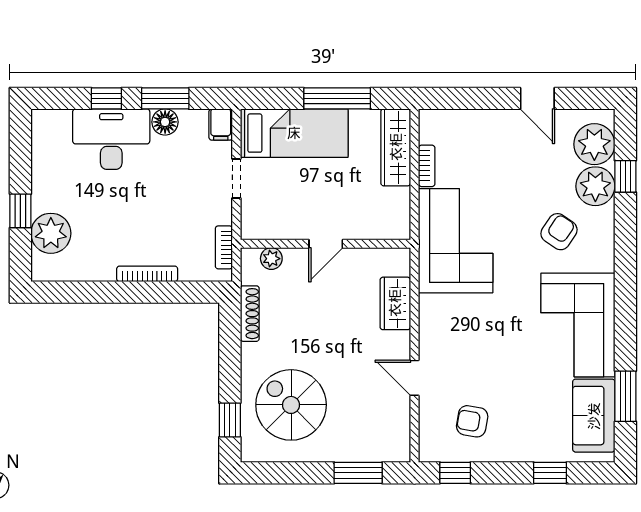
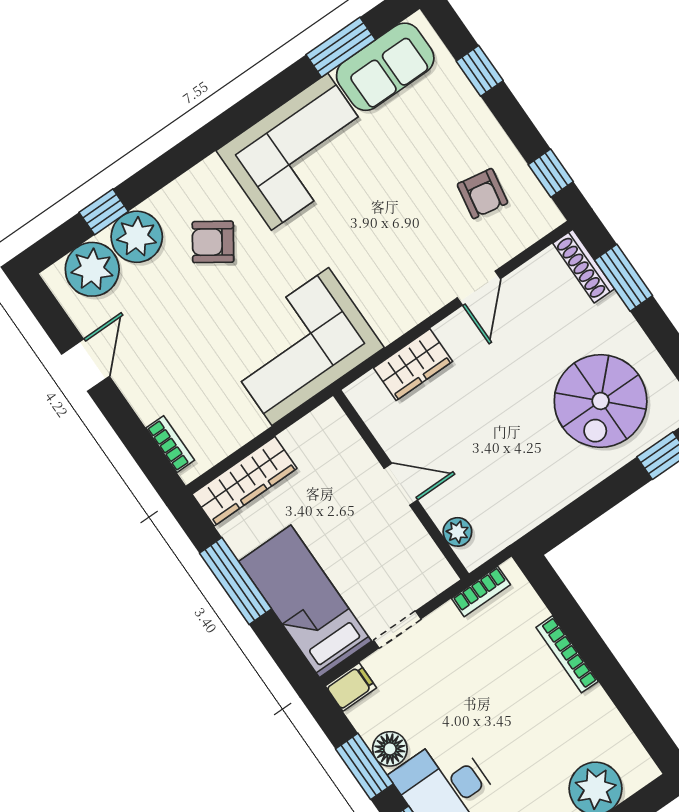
bookcase: (427, 166) -> (170, 444), moved, turned 90
shoe rack: (250, 314) -> (584, 266), moved, turned -90

